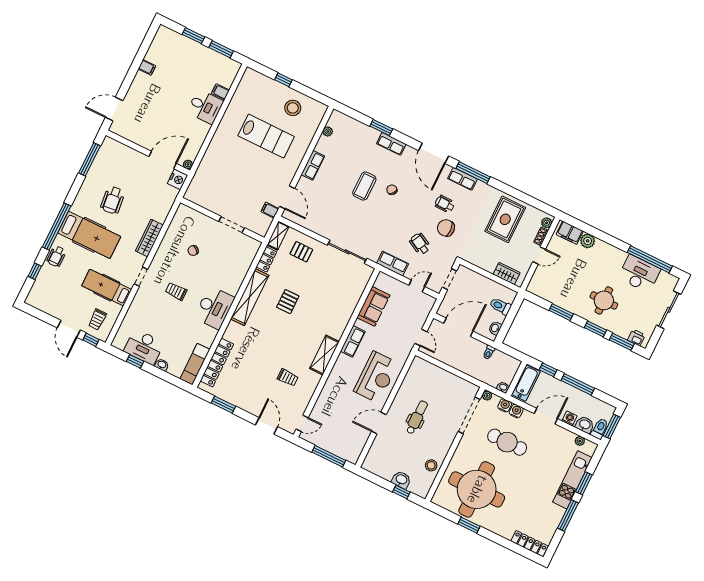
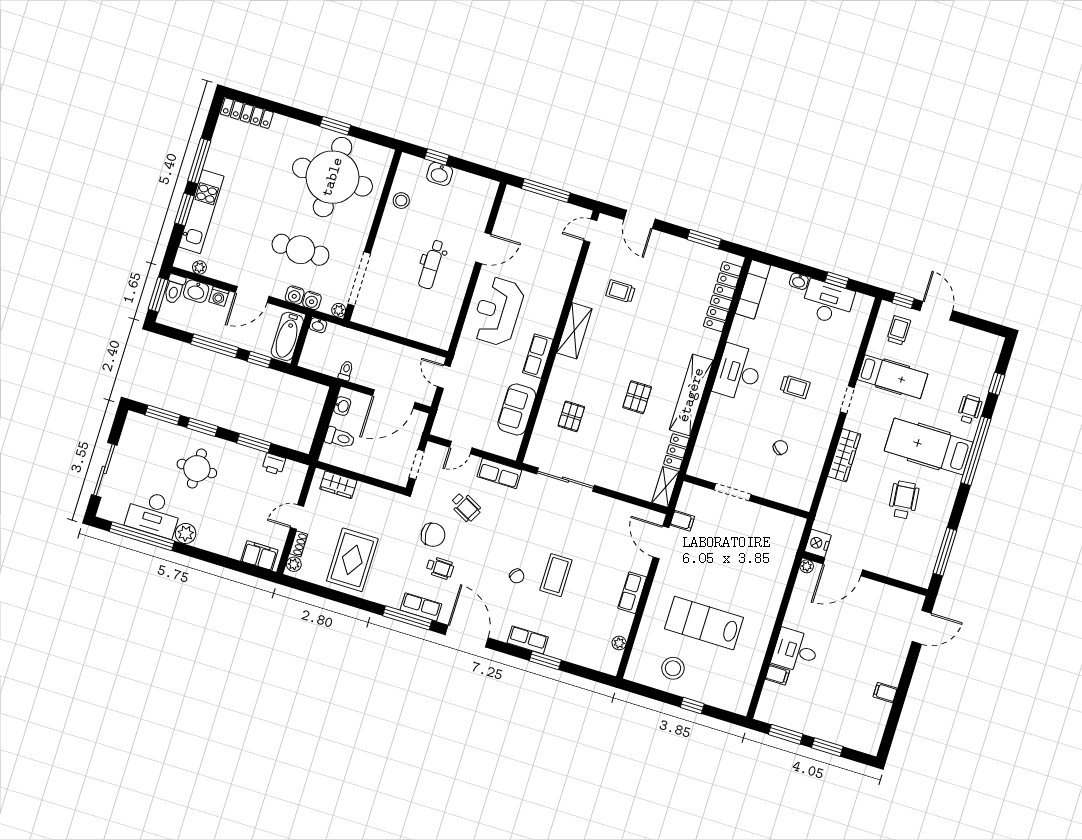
plant: (588, 241) -> (186, 533), moved
pallet: (301, 252) -> (571, 416), moved, turned 90
printer: (636, 338) -> (274, 464), moved

